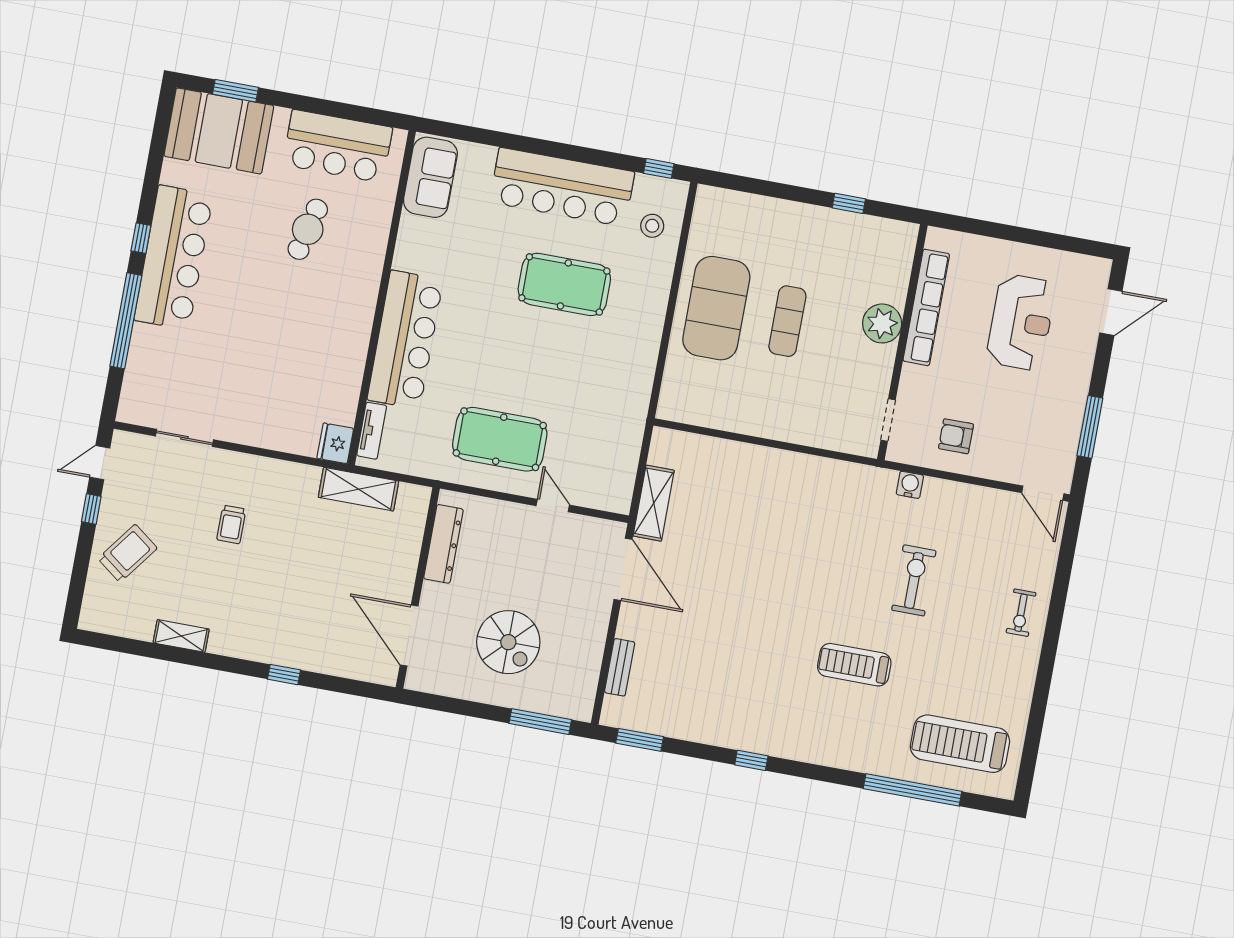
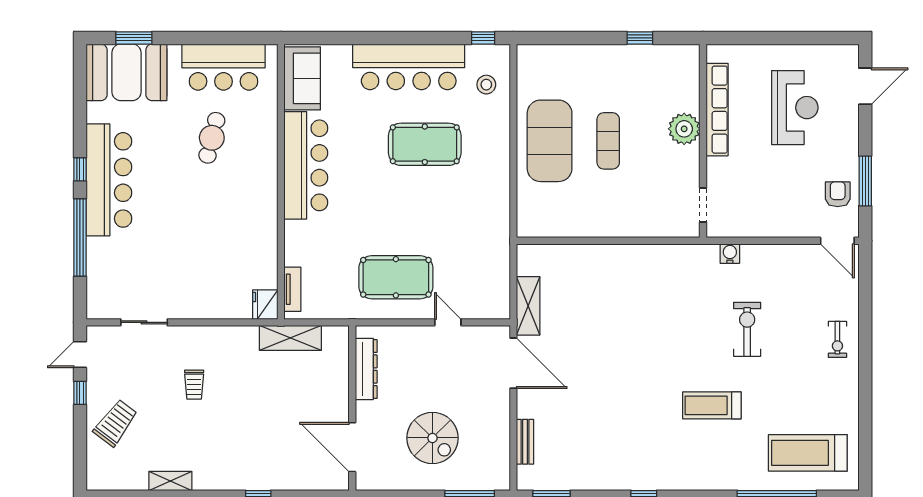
bar counter: (405, 340) -> (306, 165), moved
armchair: (956, 436) -> (838, 194), moved, turned 90

